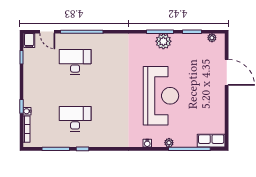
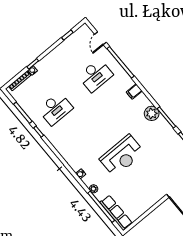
filing cabinet: (29, 41) -> (134, 92), moved
plant: (163, 41) -> (152, 113), moved
desk: (75, 62) -> (95, 75), turned 90
reception desk: (161, 96) -> (122, 156), width x0.74, depth x0.77
desk: (75, 119) -> (55, 109), turned 90
row of seats: (211, 141) -> (116, 213), width x1.48

